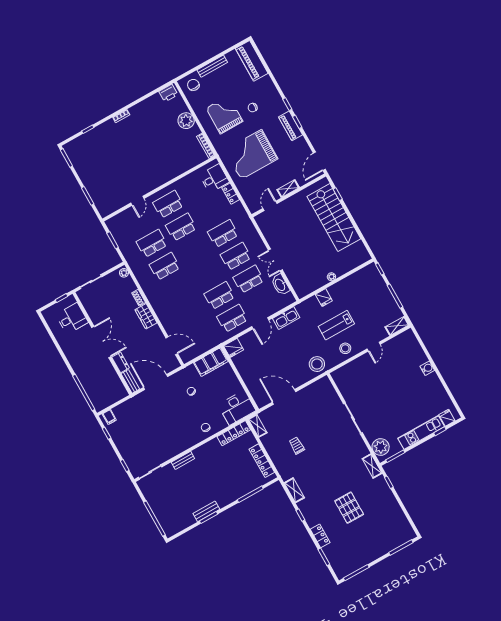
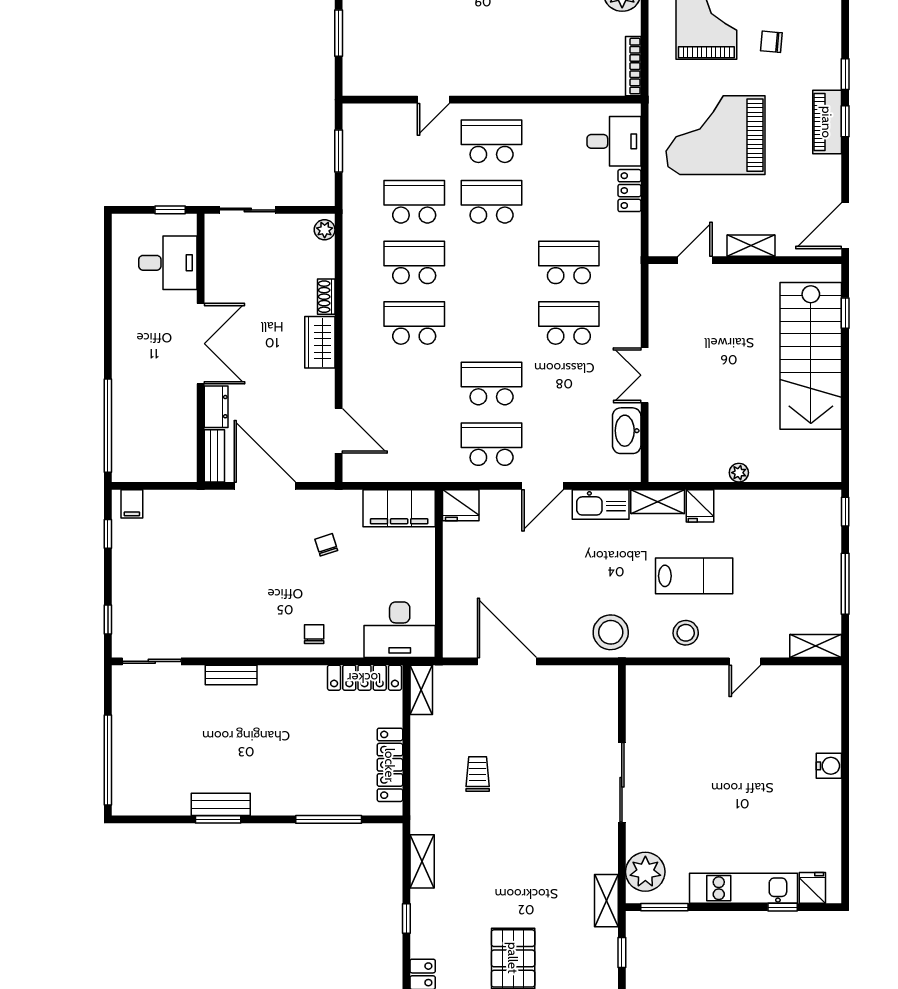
school desk: (249, 279) -> (414, 323), moved
shelving: (307, 305) -> (658, 502), added
lab bench: (336, 325) -> (694, 576), turned 180

